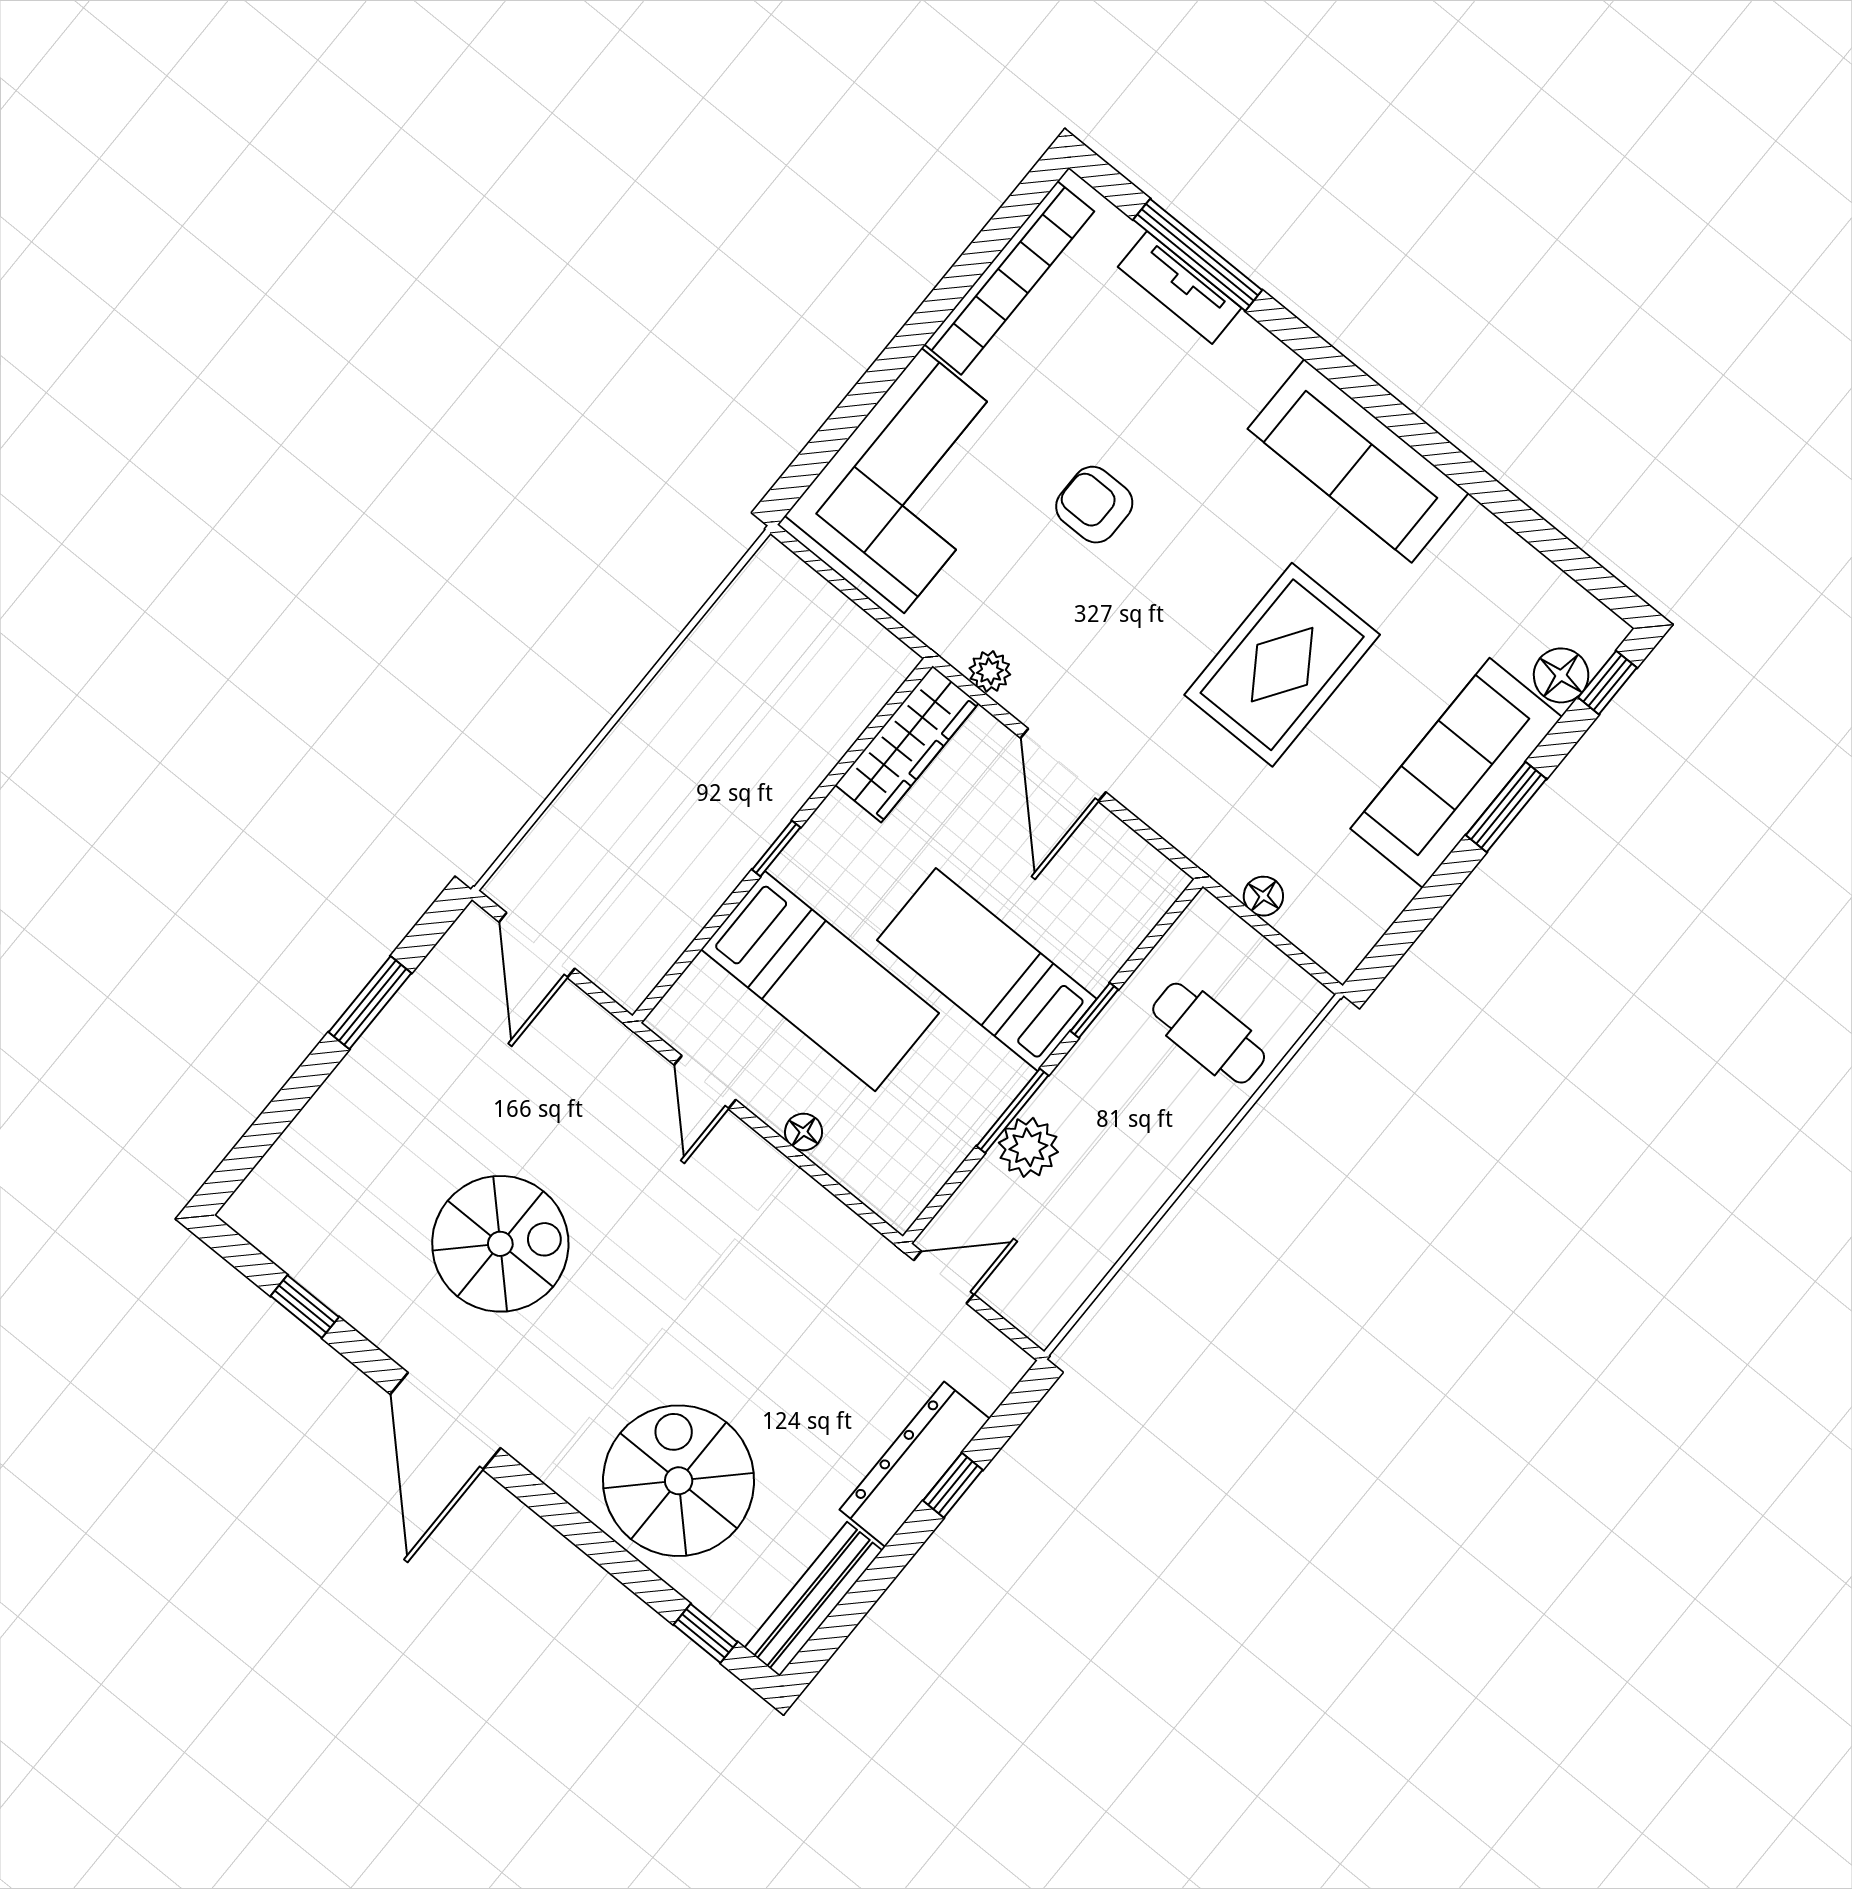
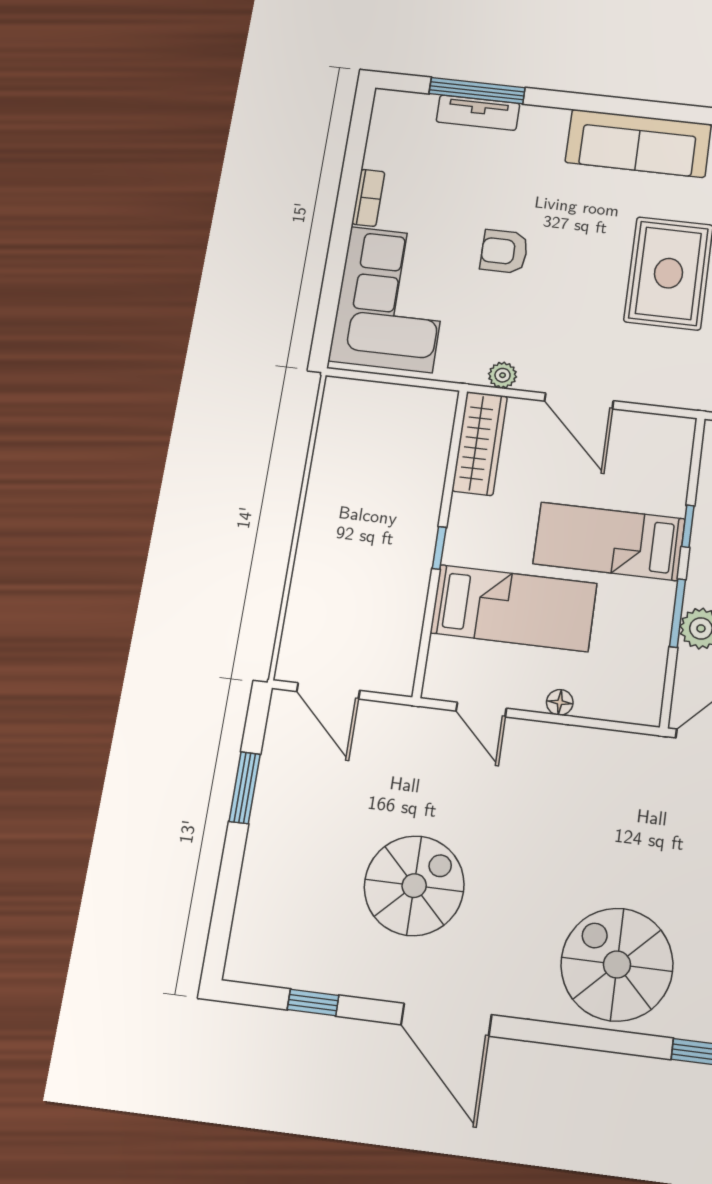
bookcase: (1009, 278) -> (368, 198), width x0.43, depth x0.76

